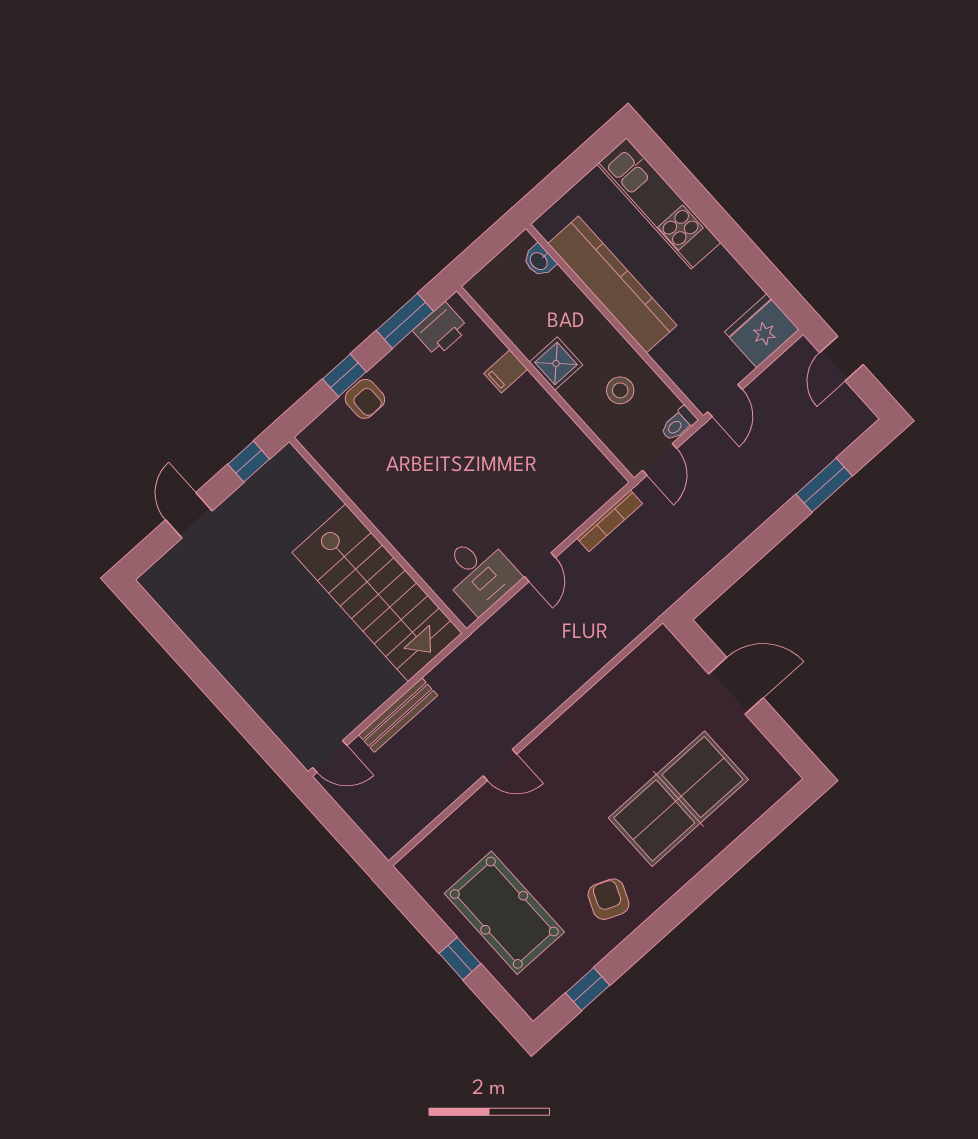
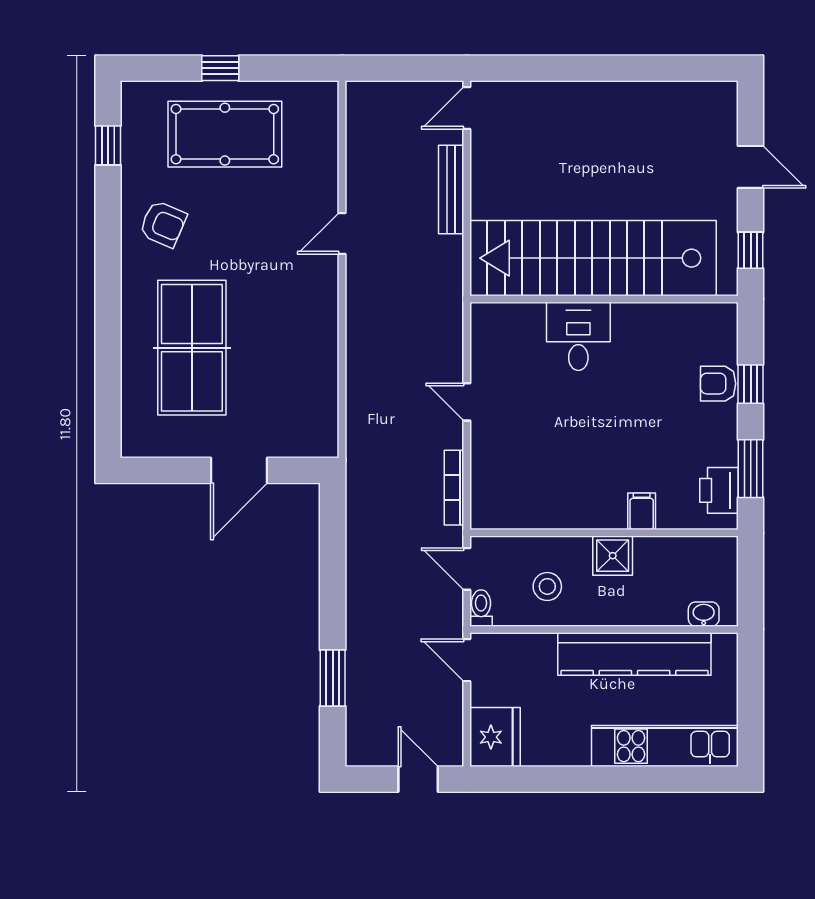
desk: (479, 573) -> (578, 336), moved, turned 90
stairs: (377, 593) -> (593, 258), width x1.36

